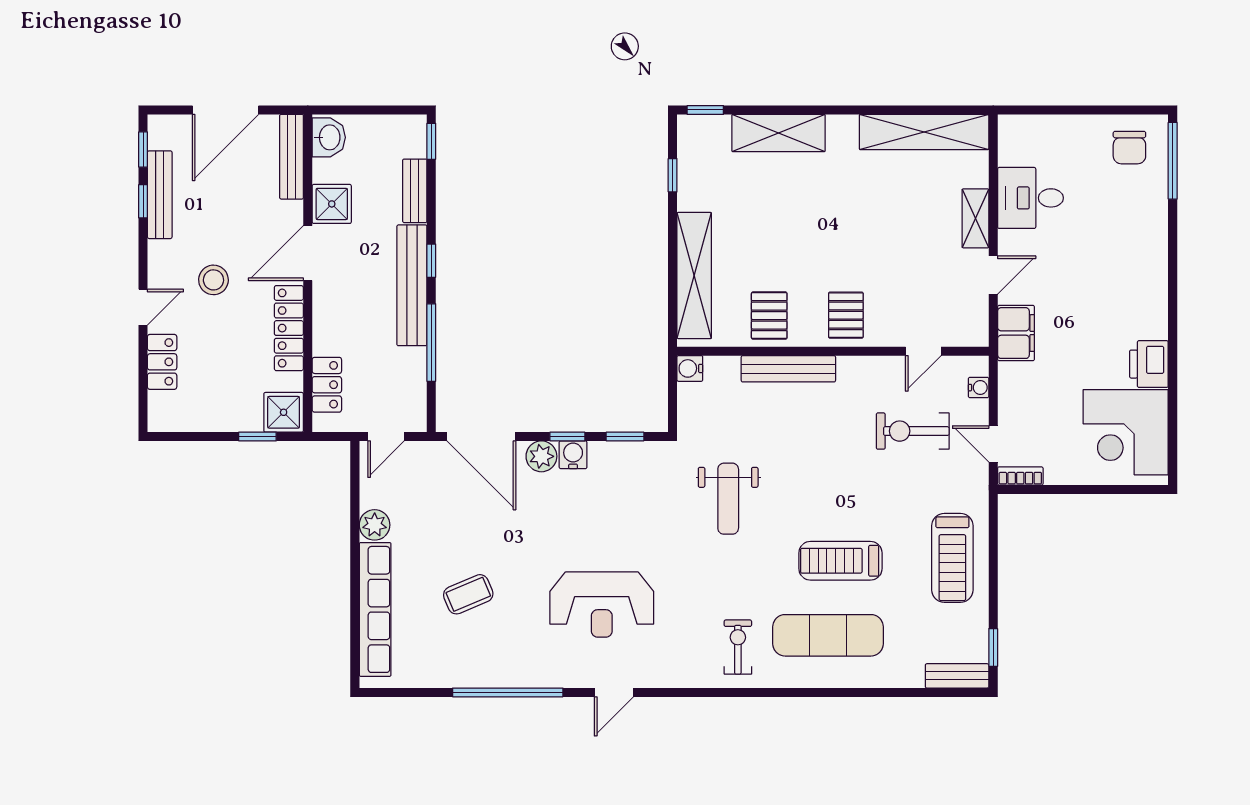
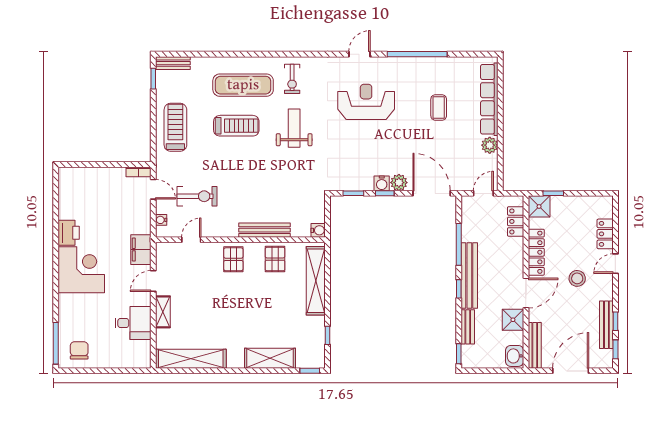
corner desk: (1126, 432) -> (81, 270), moved
weight bench: (728, 499) -> (294, 128), moved
coffee table: (468, 594) -> (439, 107), turned -67

